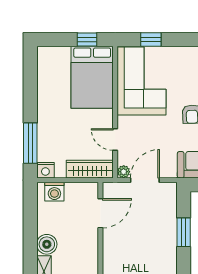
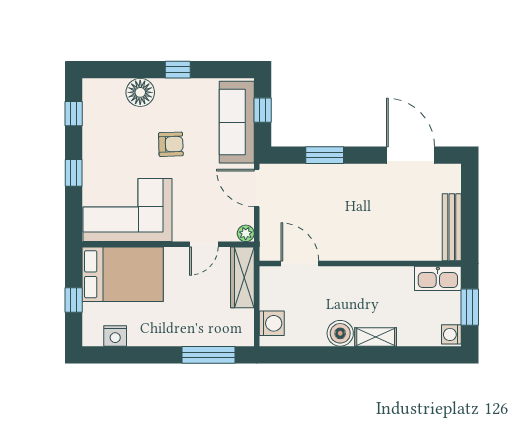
window: (87, 40) -> (74, 300), moved
window: (151, 40) -> (74, 173), moved
nightstand: (45, 170) -> (115, 336), moved, turned 90
door: (145, 180) -> (257, 188), moved

